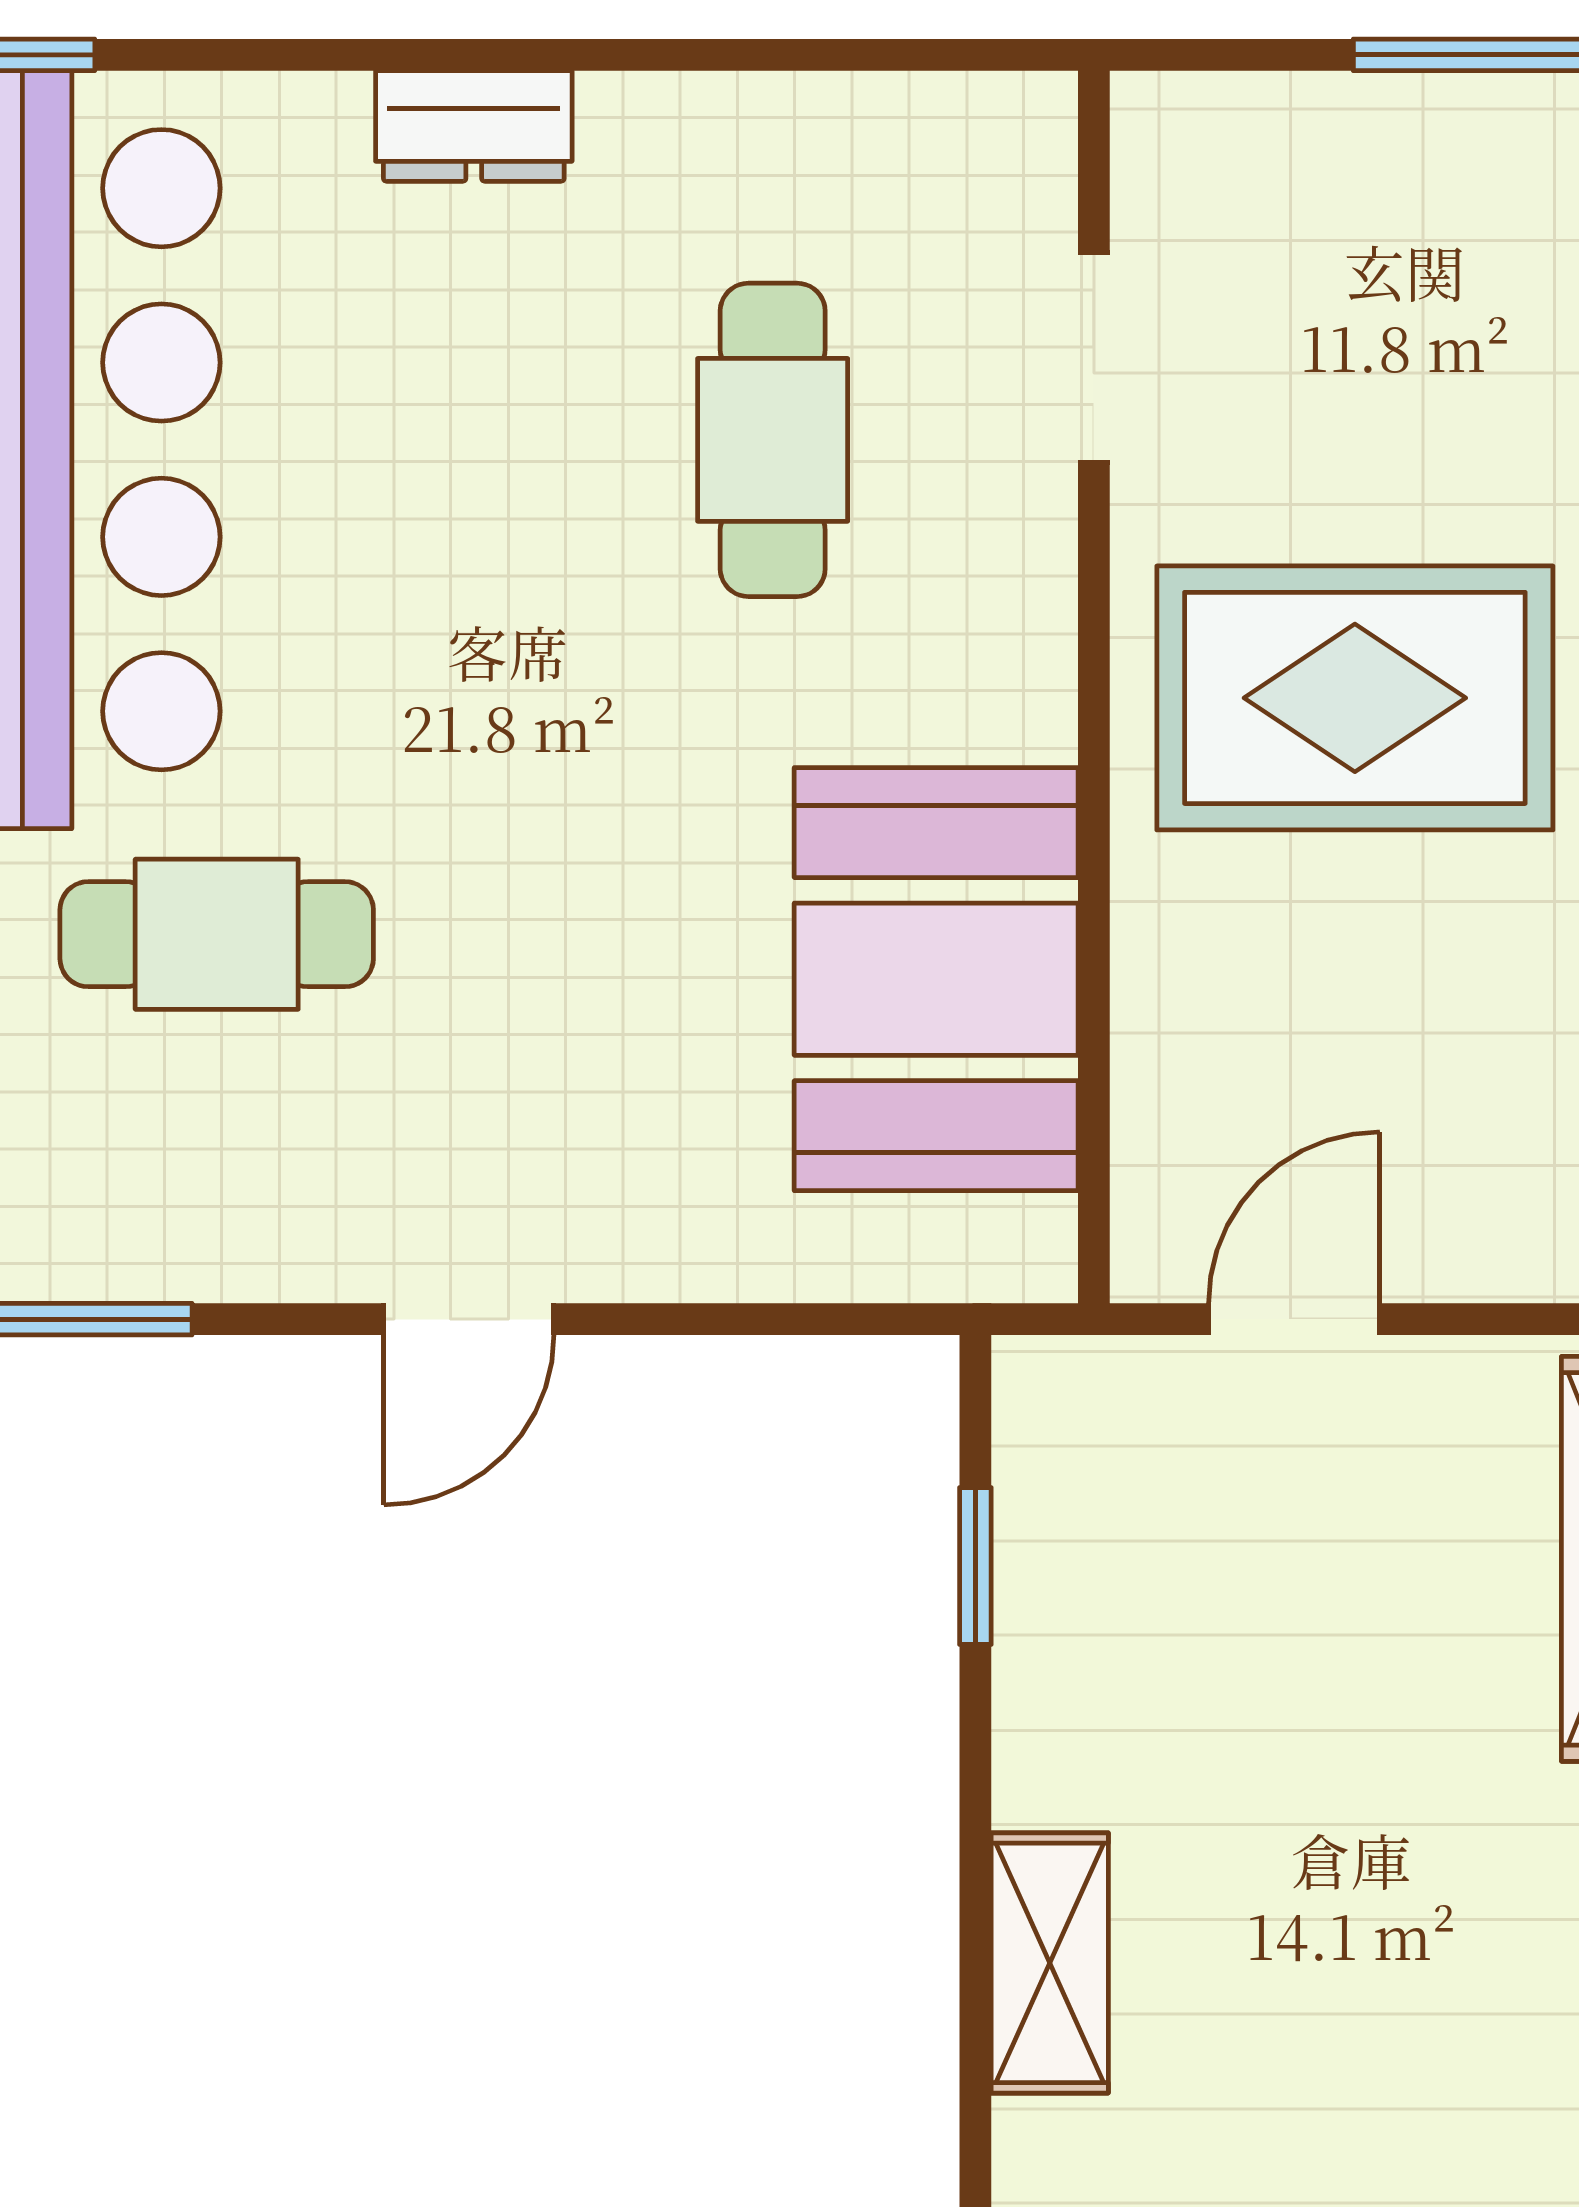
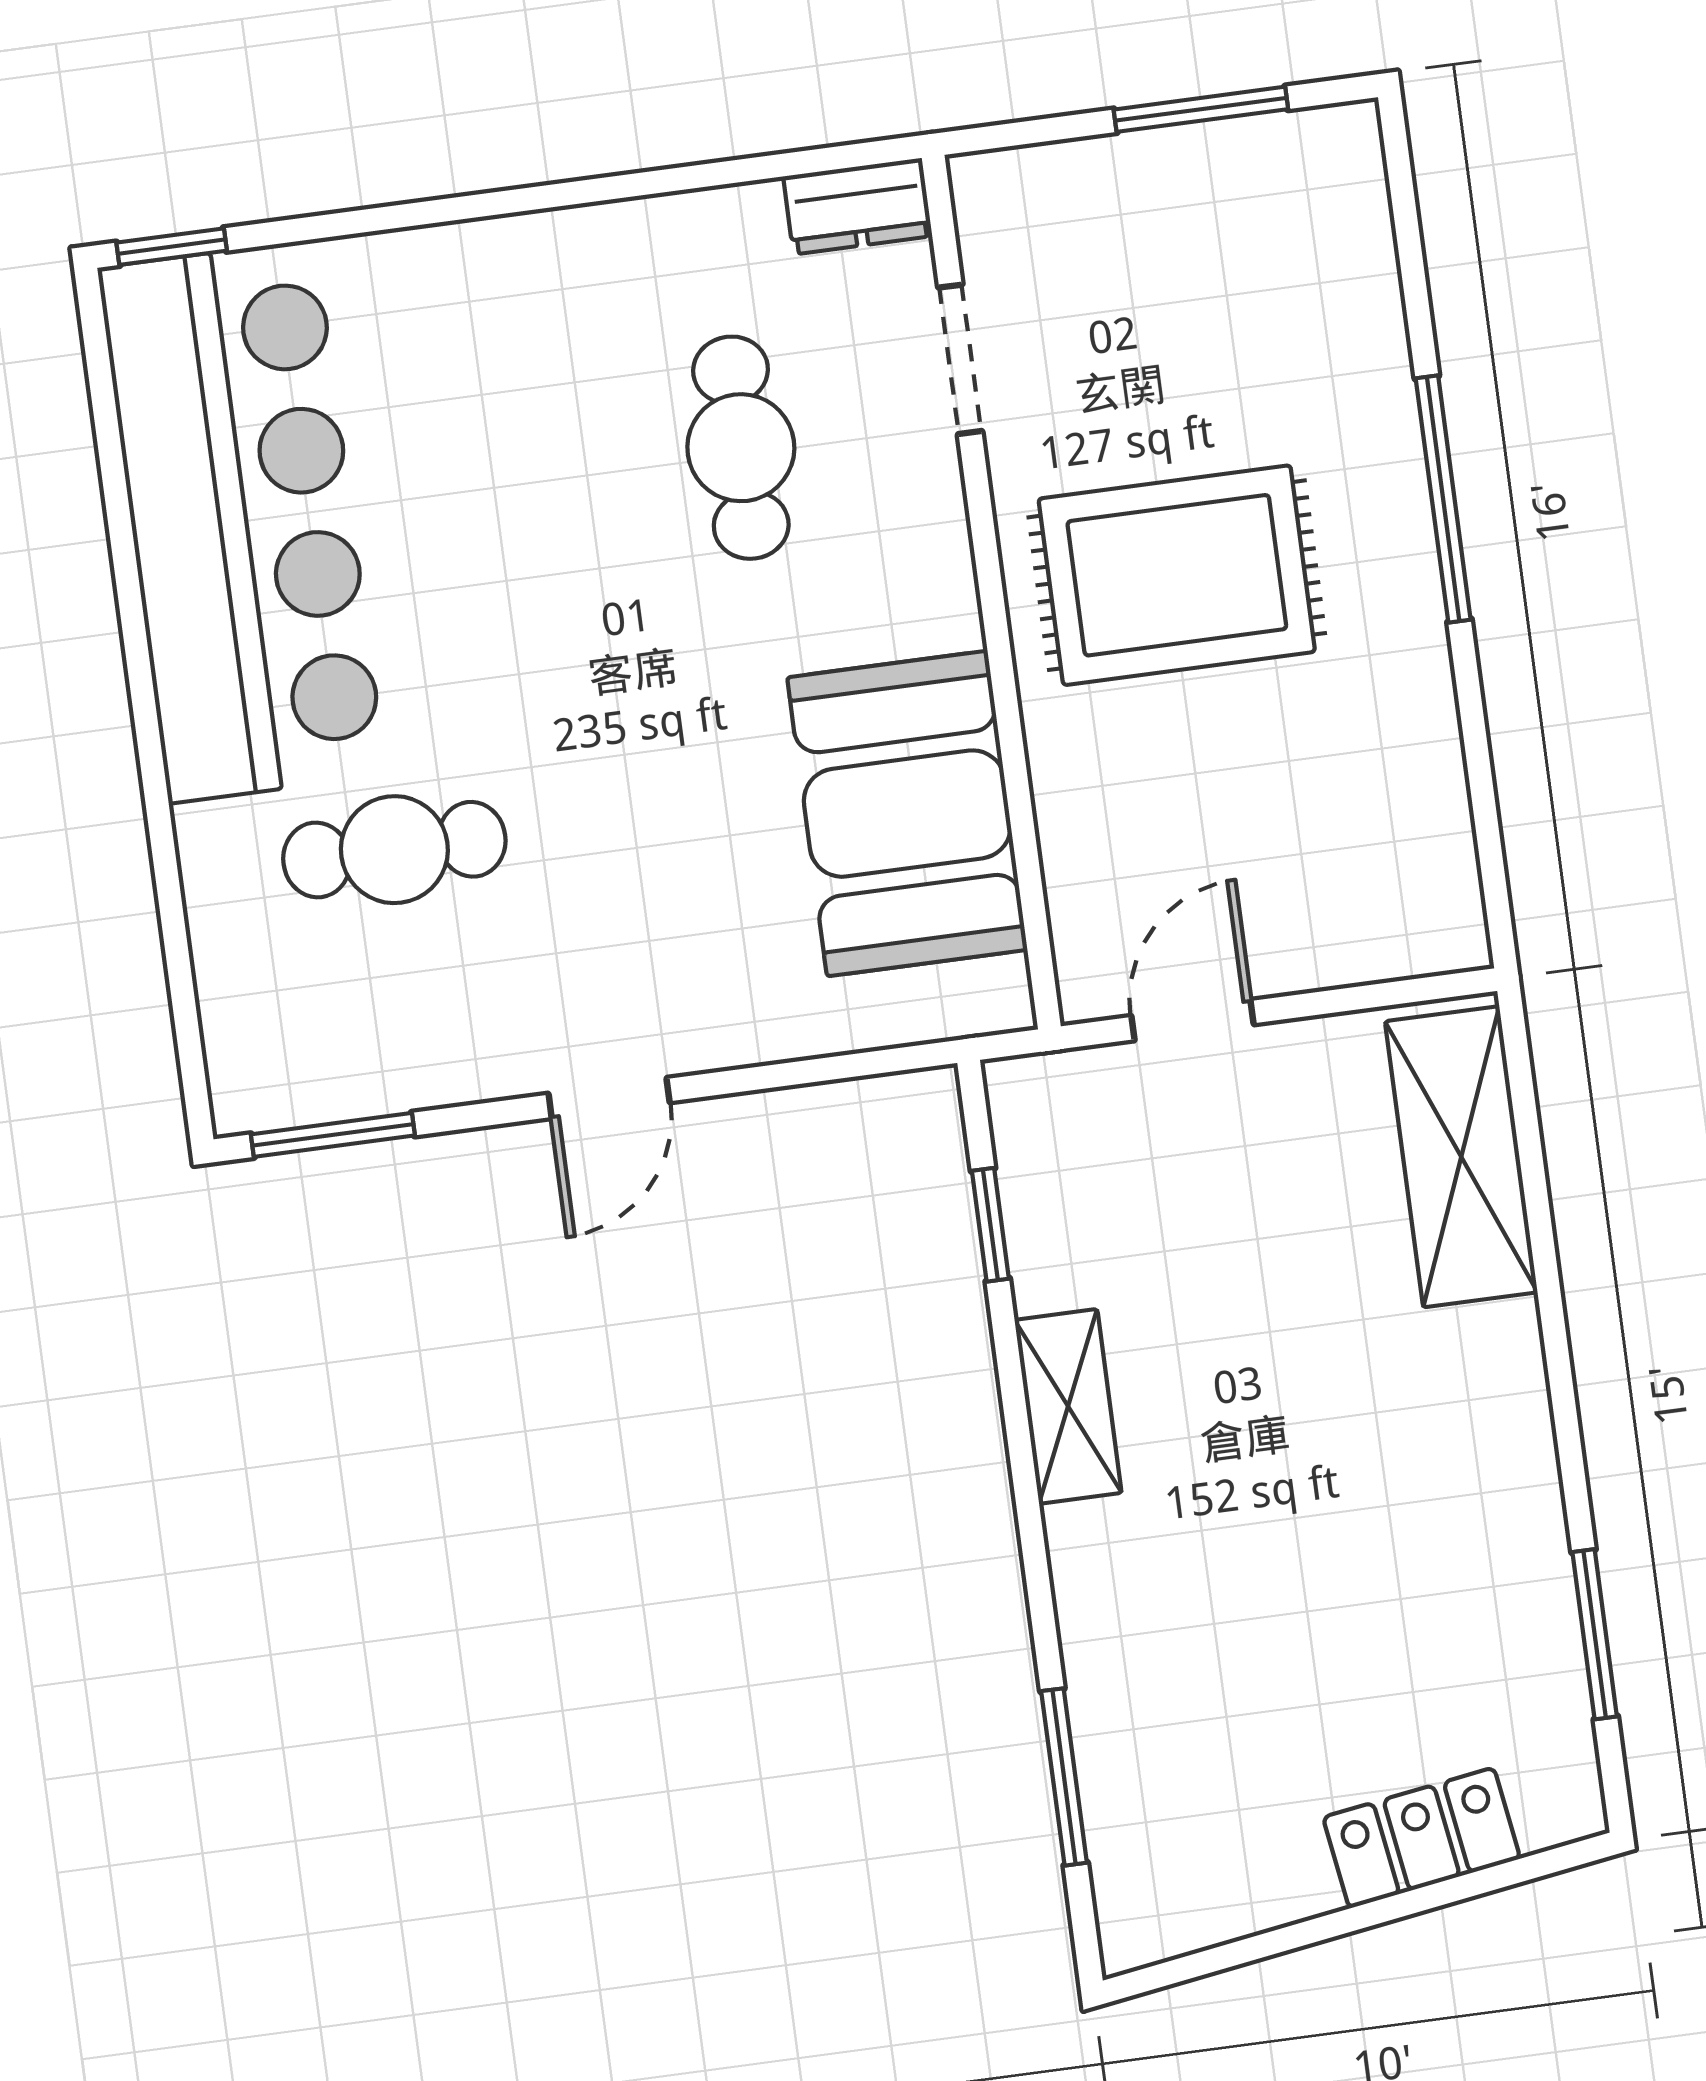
dresser: (474, 126) -> (858, 206), moved
shelving: (1050, 1963) -> (1068, 1406), moved

